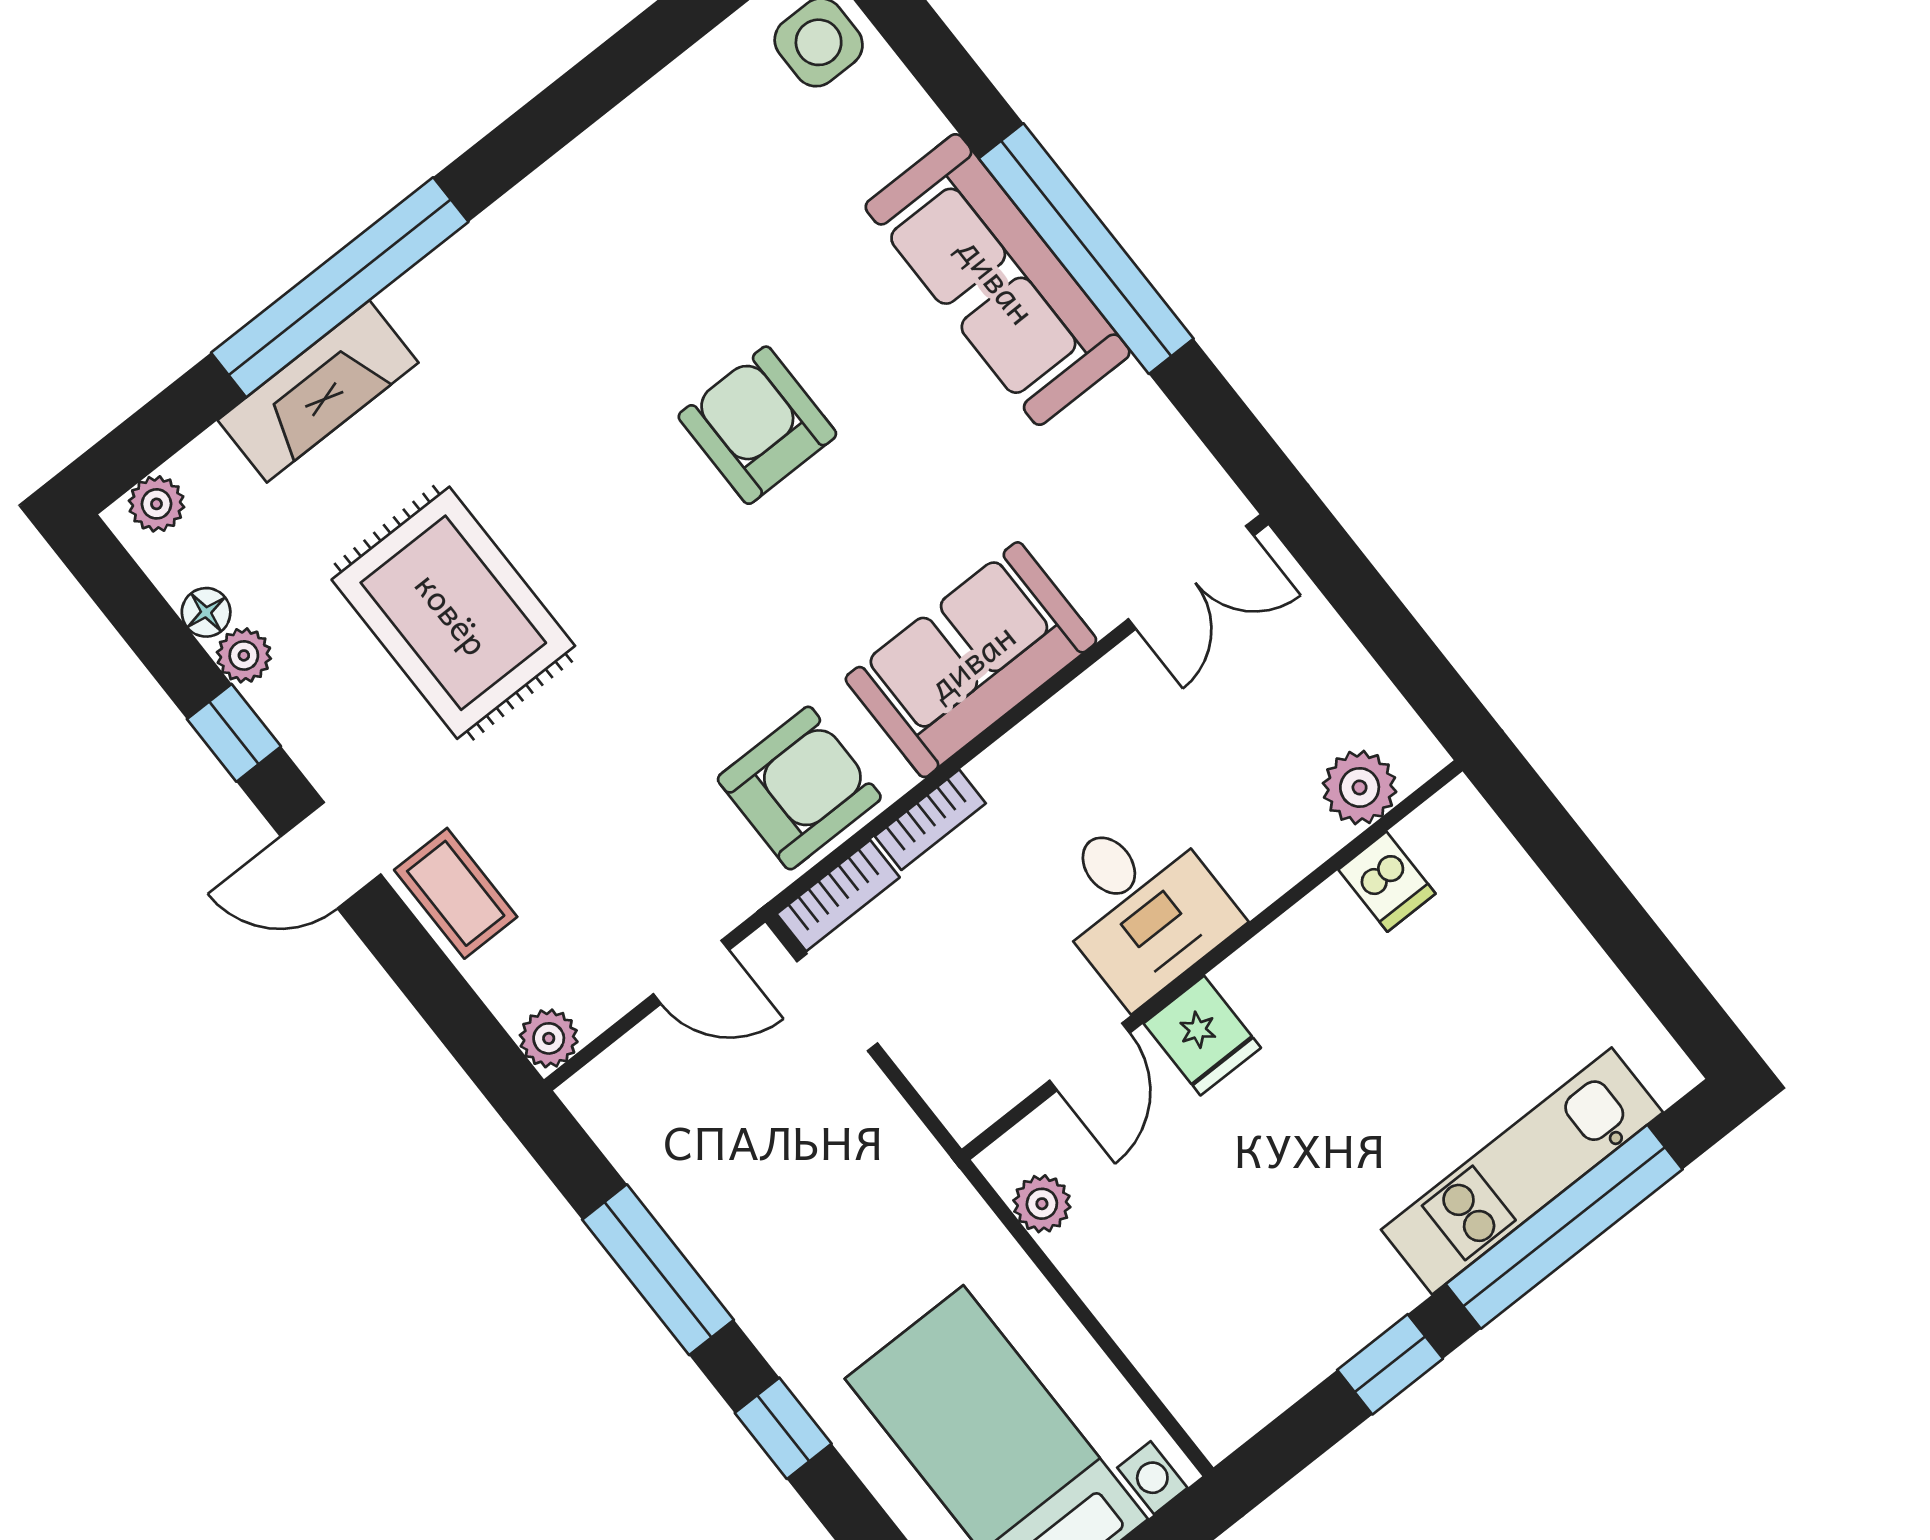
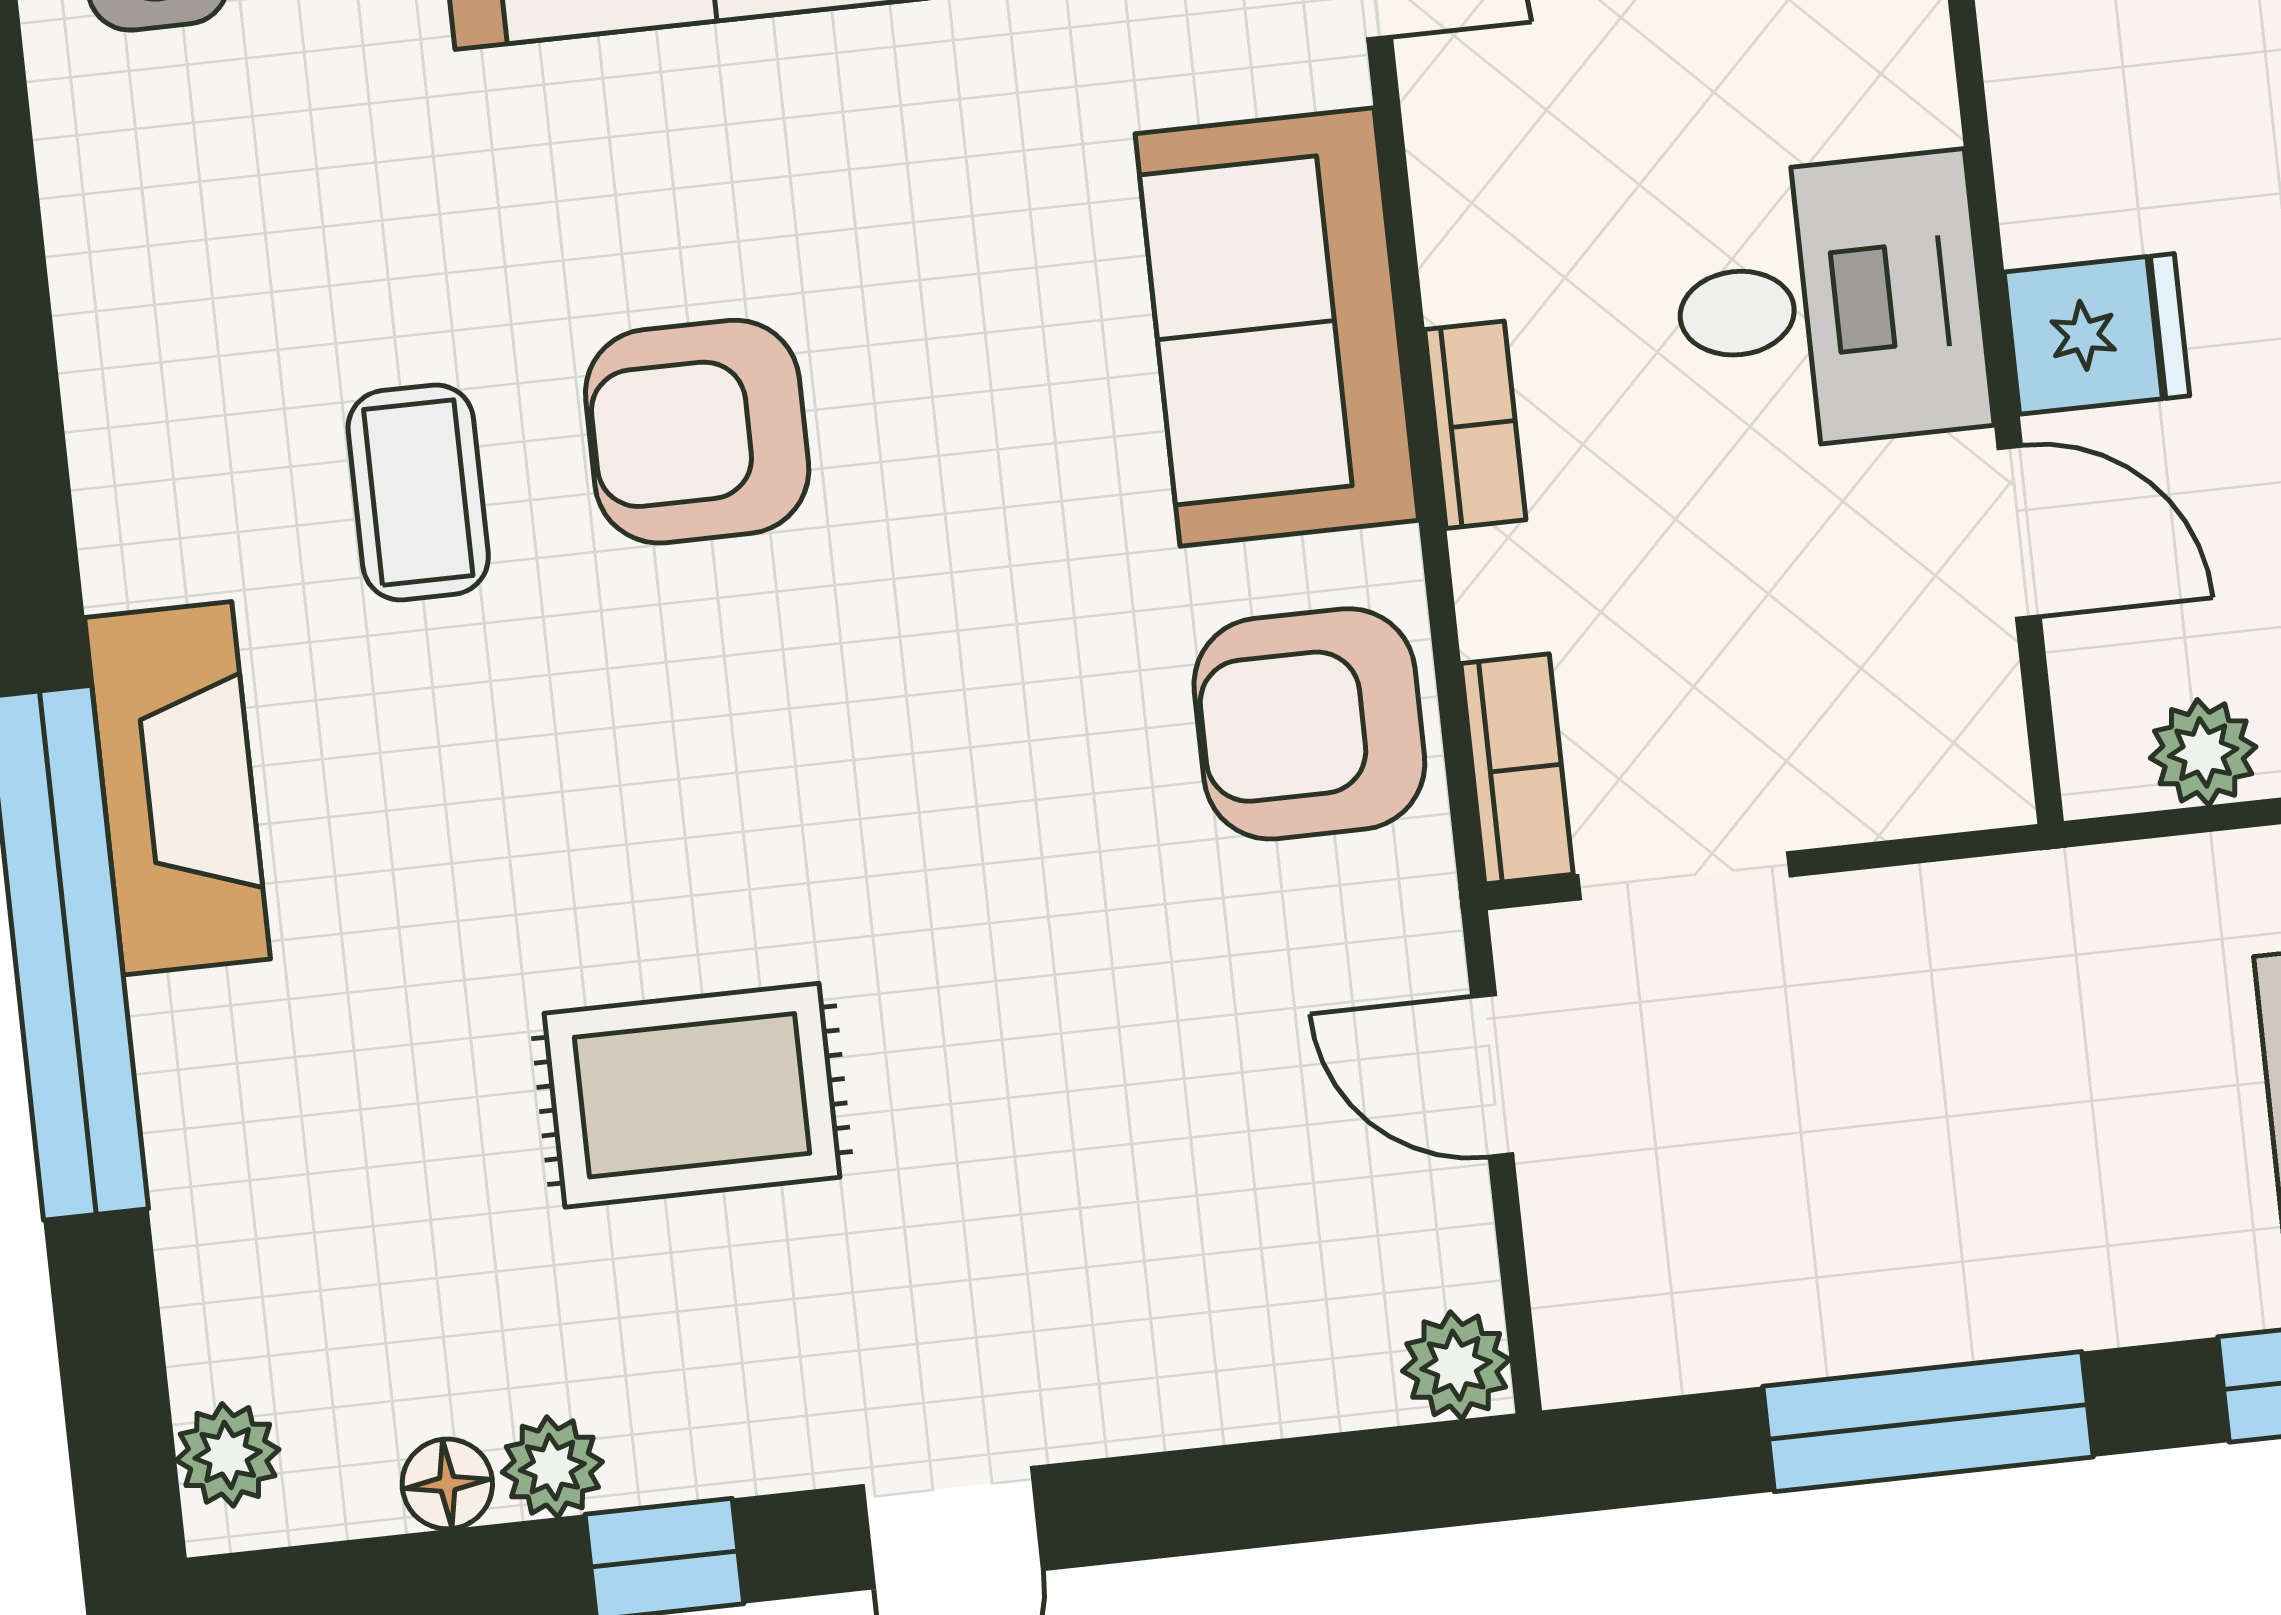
fireplace: (318, 391) -> (177, 788), moved
rug: (453, 613) -> (692, 1095), width x0.73, depth x0.70
armchair: (799, 788) -> (1309, 724), turned -90
bookcase: (930, 820) -> (1475, 425), moved
coffee table: (456, 893) -> (418, 492), moved, turned 90
door: (691, 972) -> (1492, 1076), swing flipped

